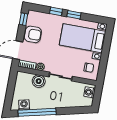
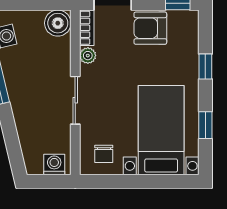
window: (74, 15) -> (205, 125), moved
armchair: (33, 34) -> (150, 28), turned 90
boiler: (39, 81) -> (58, 23), moved

